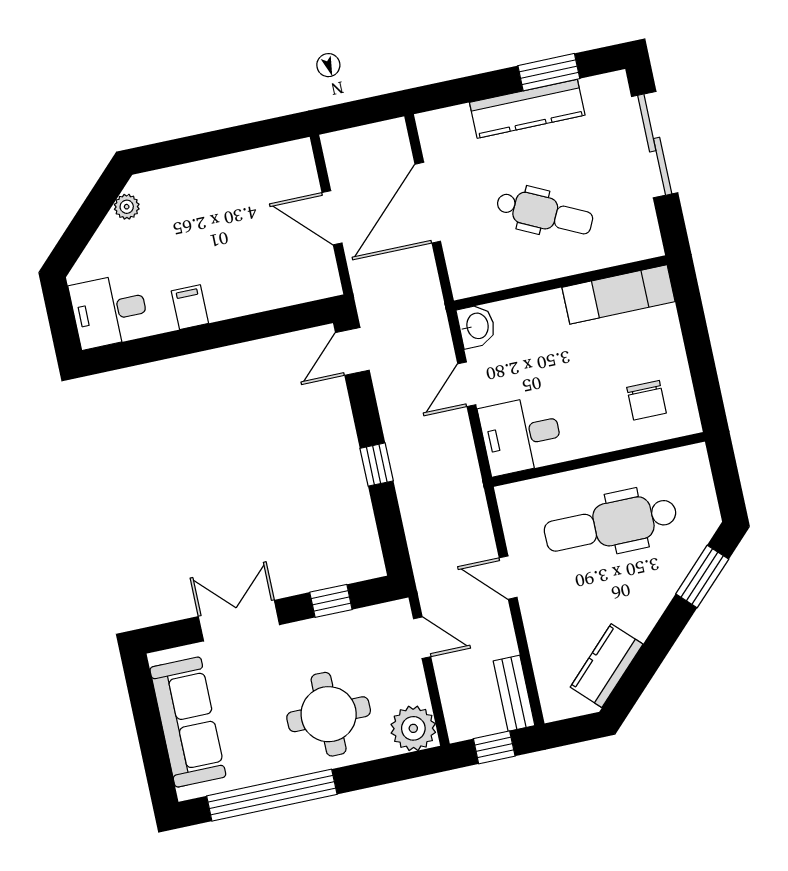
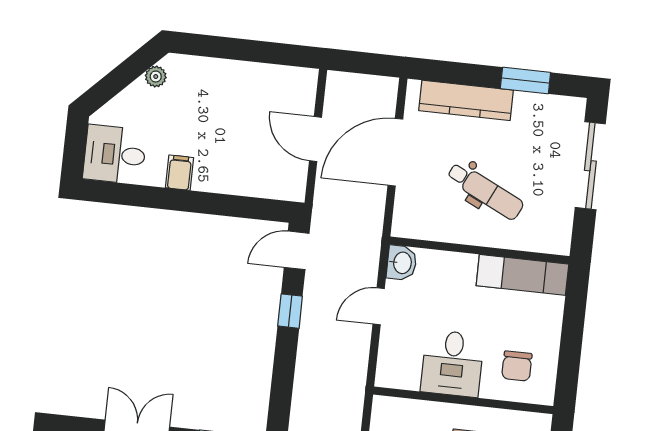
kitchen counter: (527, 109) -> (466, 100), moved
desk: (521, 435) -> (452, 363), moved, turned -90
window: (377, 465) -> (290, 311), moved

